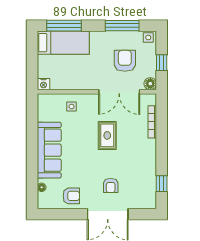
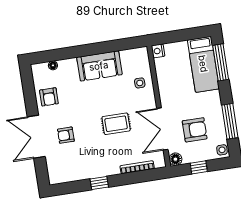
sofa: (49, 150) -> (99, 66), width x0.73
window: (162, 184) -> (99, 183), moved

